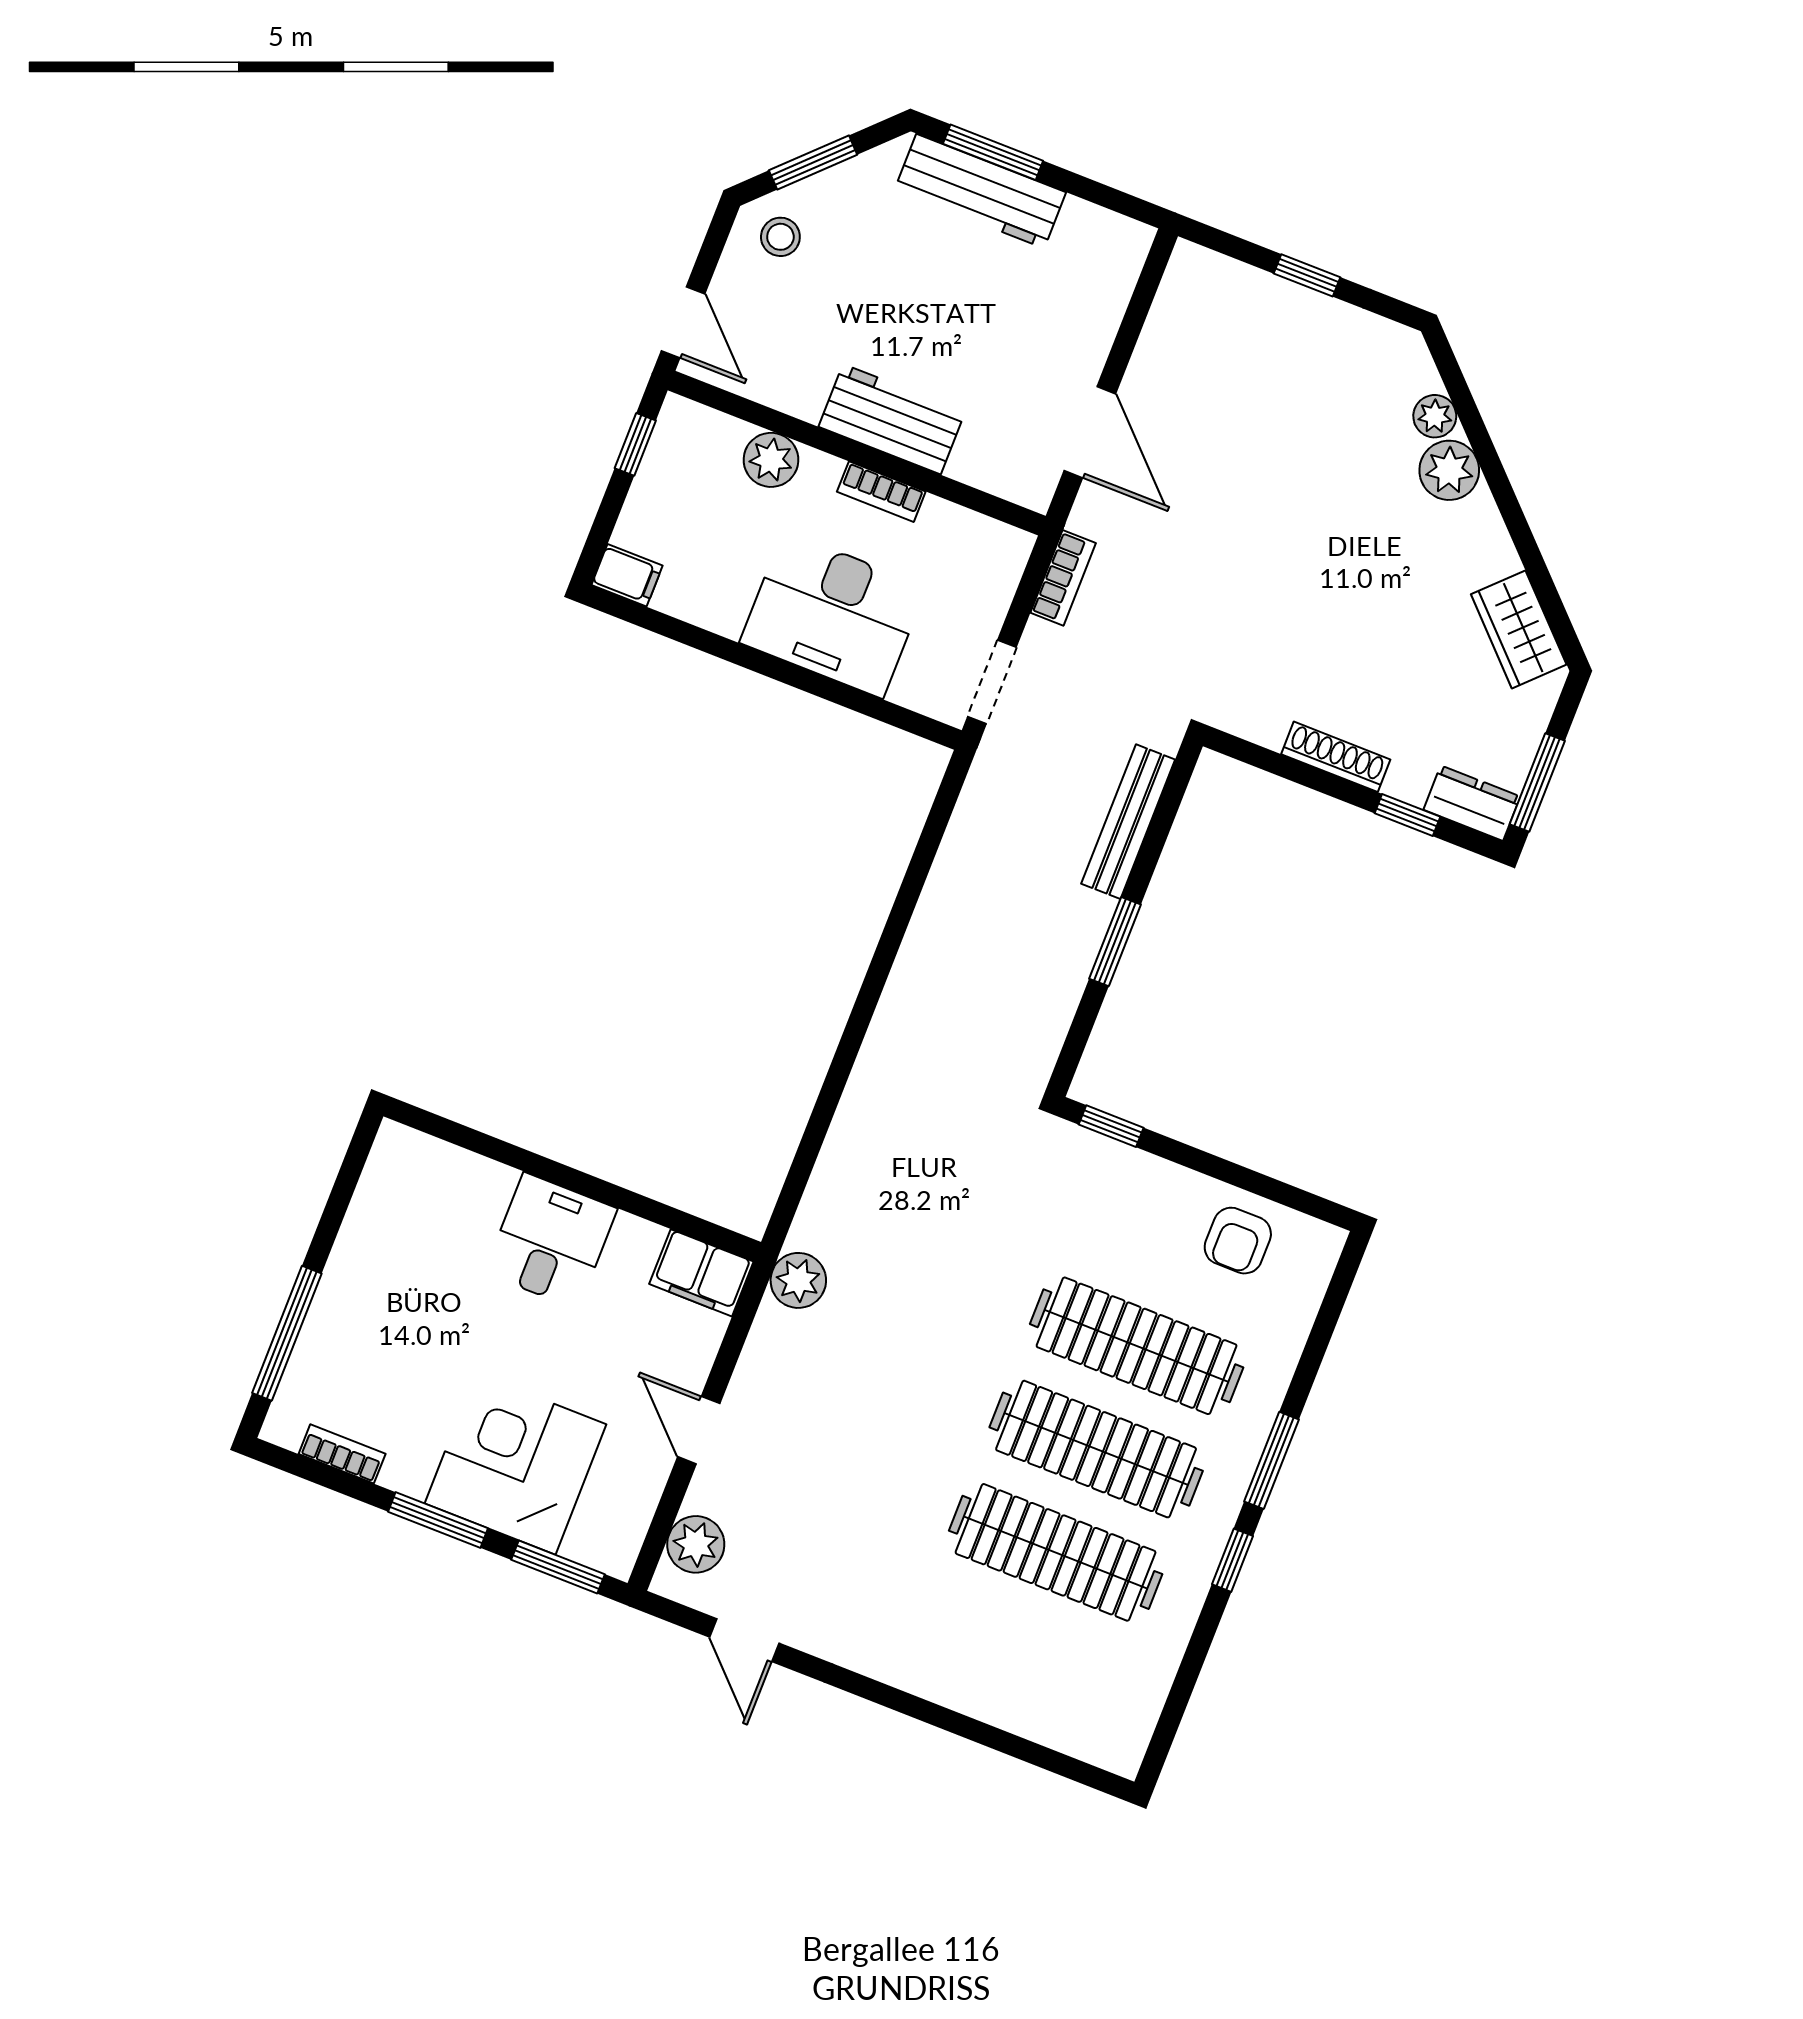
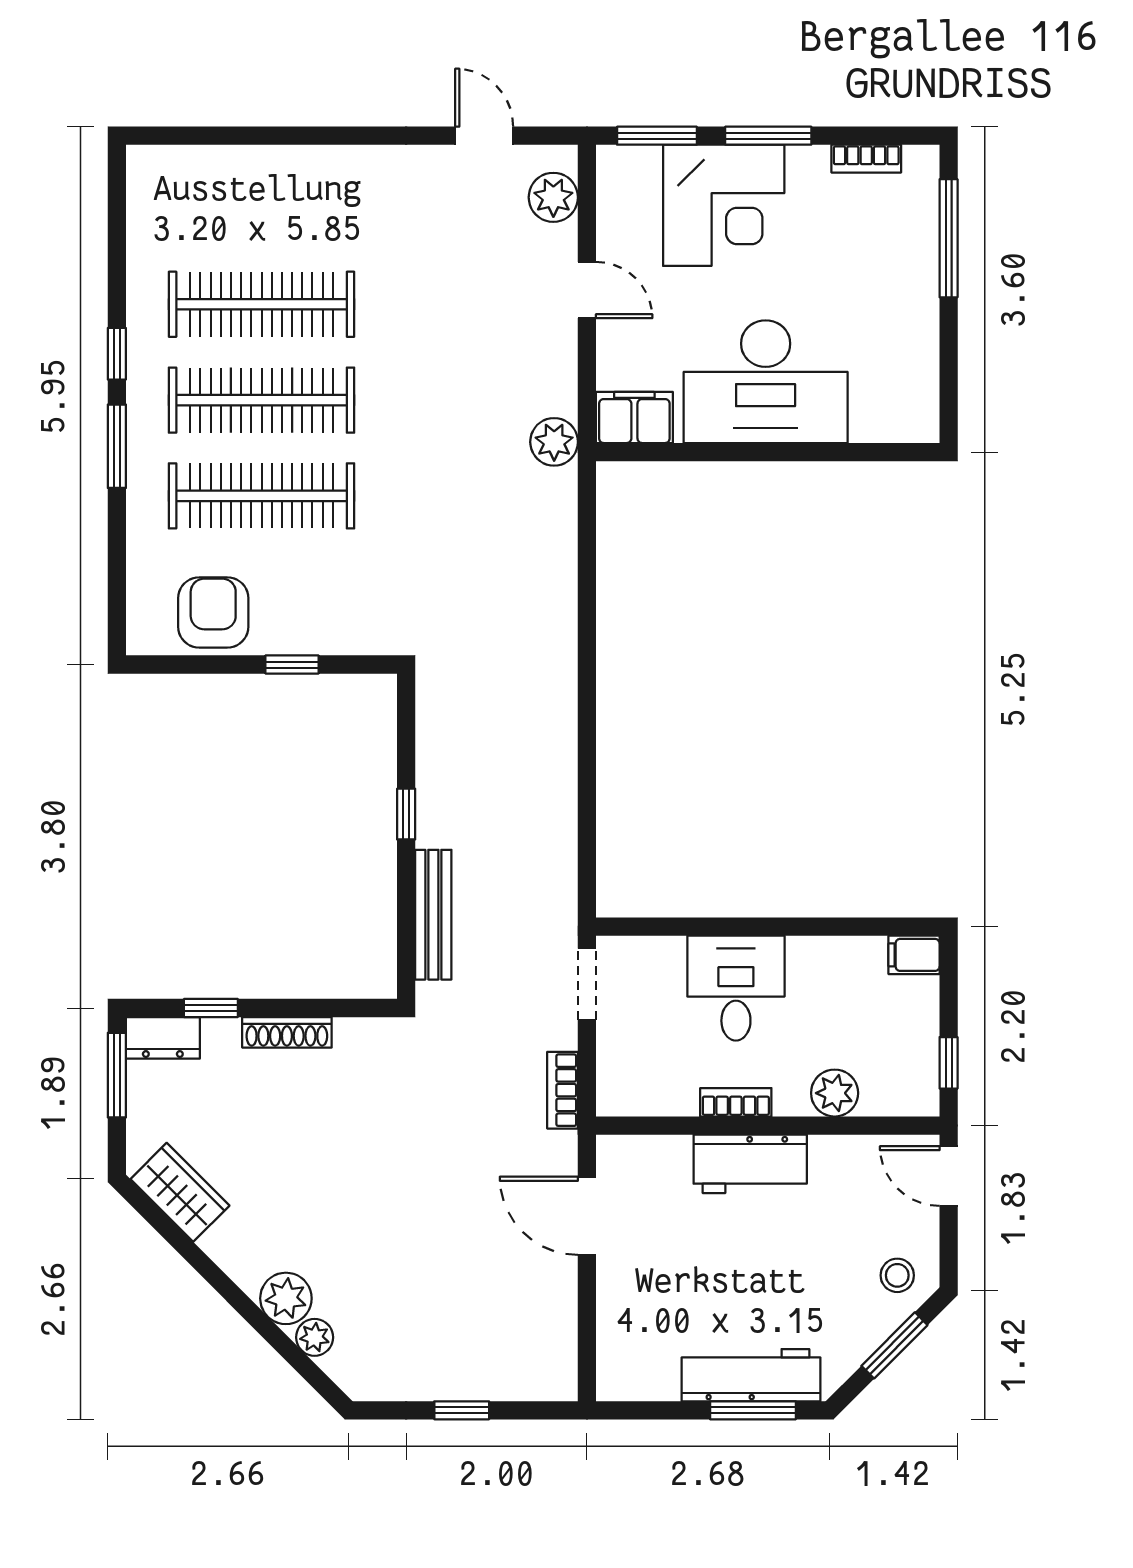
desk: (833, 615) -> (736, 988), width x0.73
window: (1115, 942) -> (406, 814), width x0.67
window: (1111, 1126) -> (292, 665), moved
desk: (551, 1241) -> (766, 382), width x1.87, depth x1.30
armchair: (1238, 1241) -> (213, 612), width x1.38, depth x1.38

